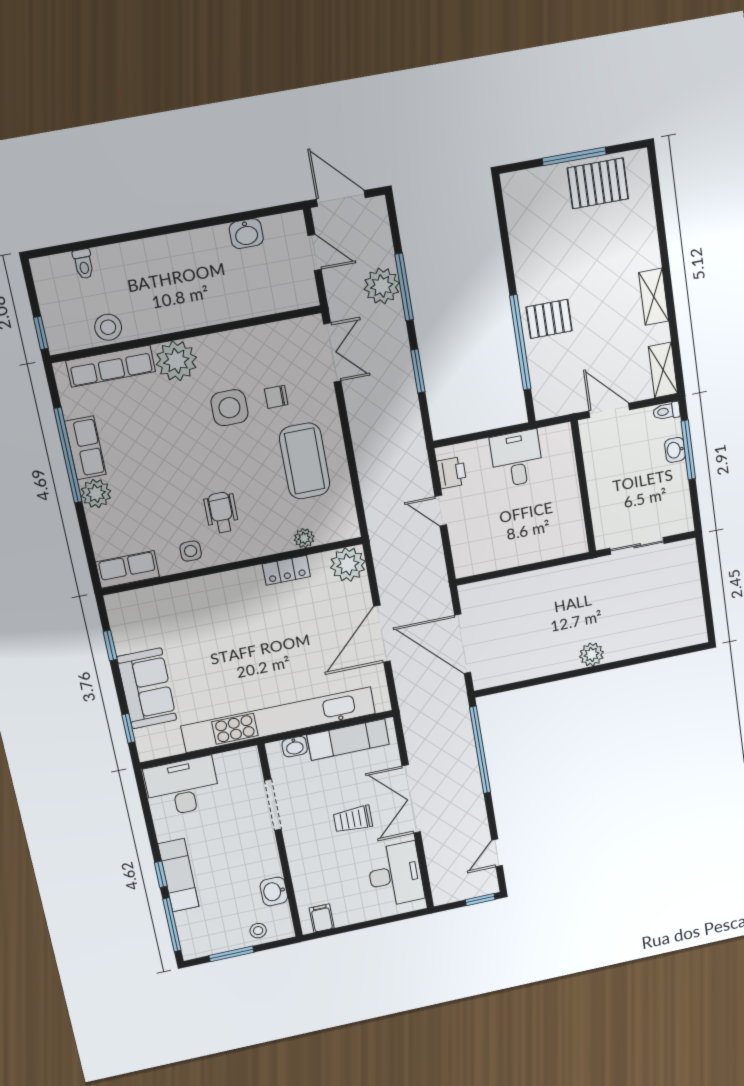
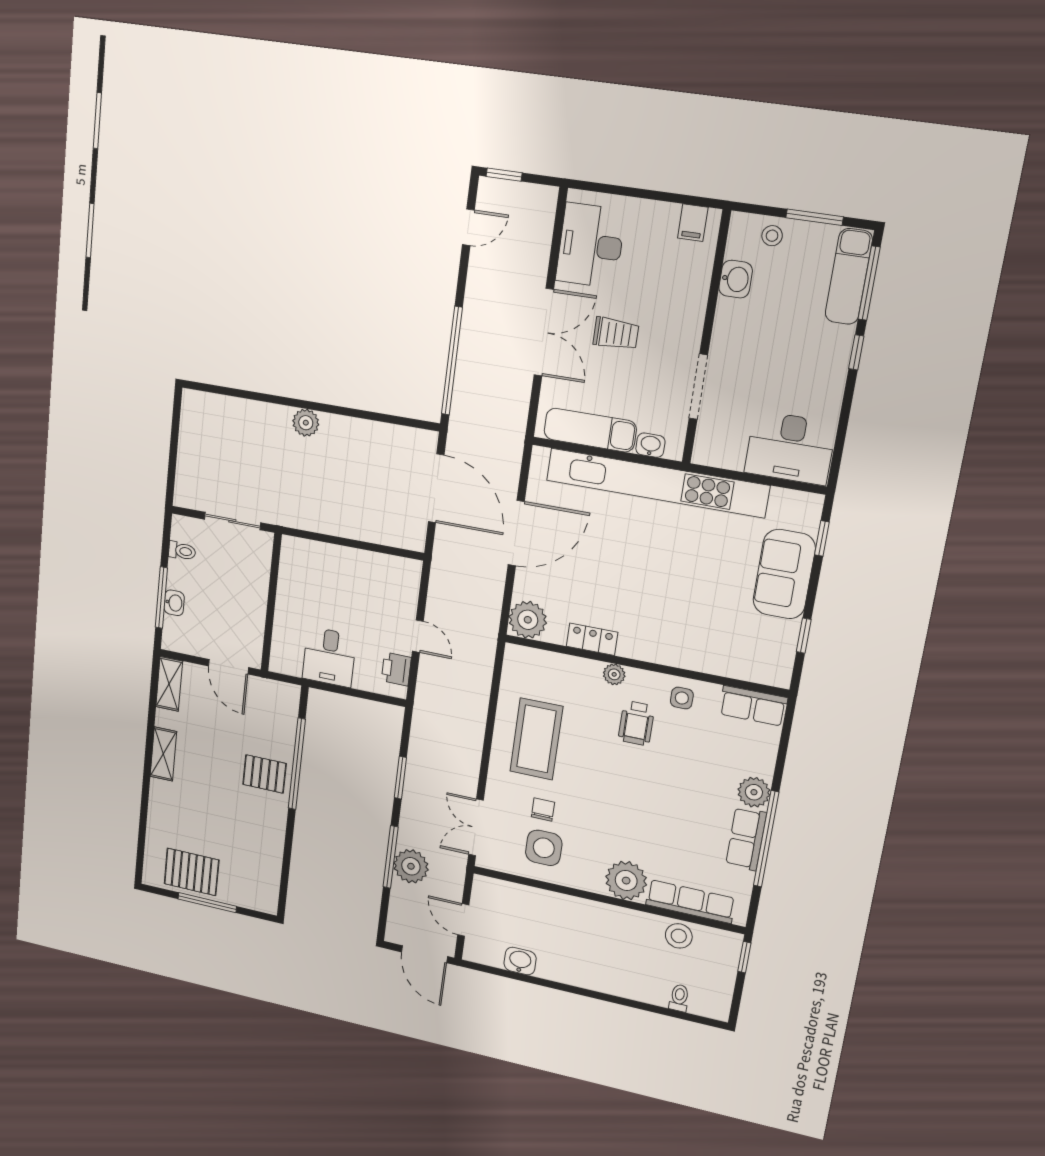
chair: (276, 397) -> (543, 810), turned -90
side table: (229, 408) -> (544, 848), moved
toilet: (667, 411) -> (182, 551), moved
plant: (304, 538) -> (614, 674), moved
exam couch: (178, 875) -> (849, 277), moved

